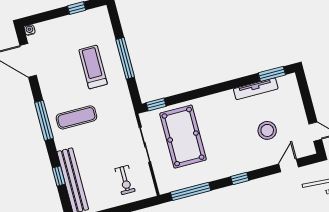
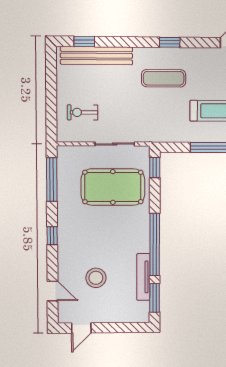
window: (224, 86) -> (155, 244), added
exercise mat: (76, 117) -> (164, 78), turned 90
window: (44, 120) -> (170, 42), width x0.46
window: (59, 176) -> (84, 42), moved

